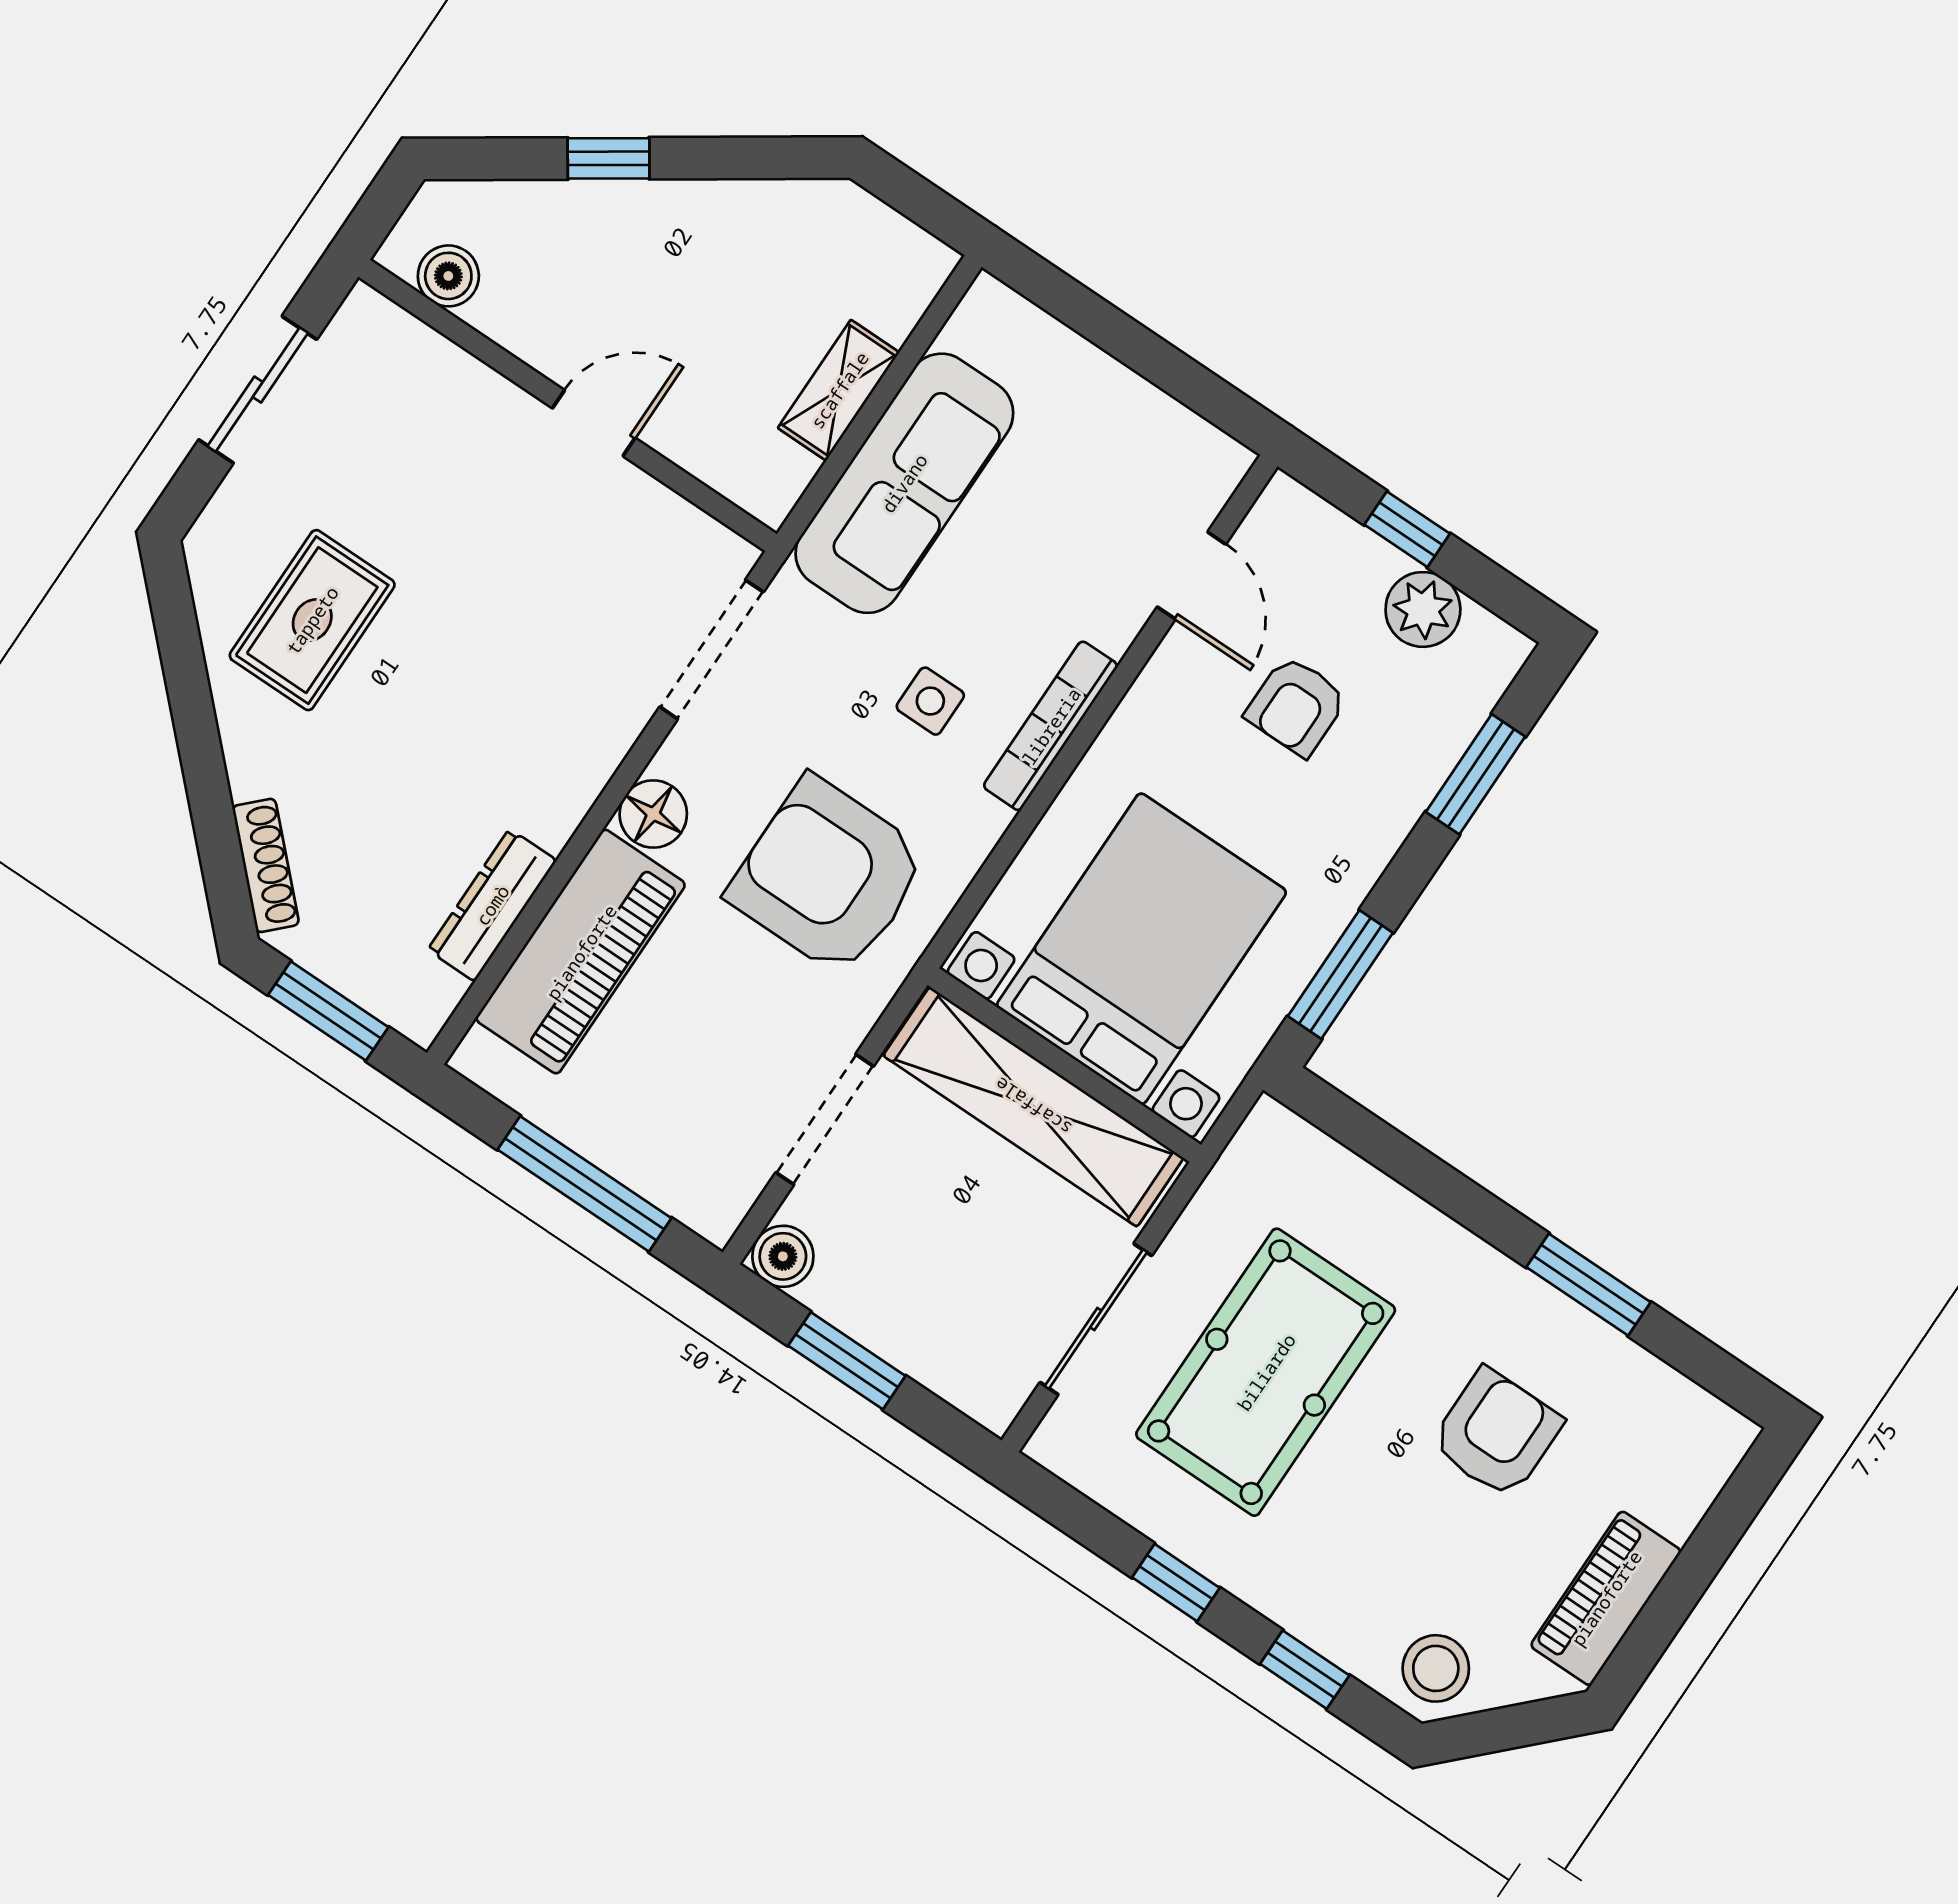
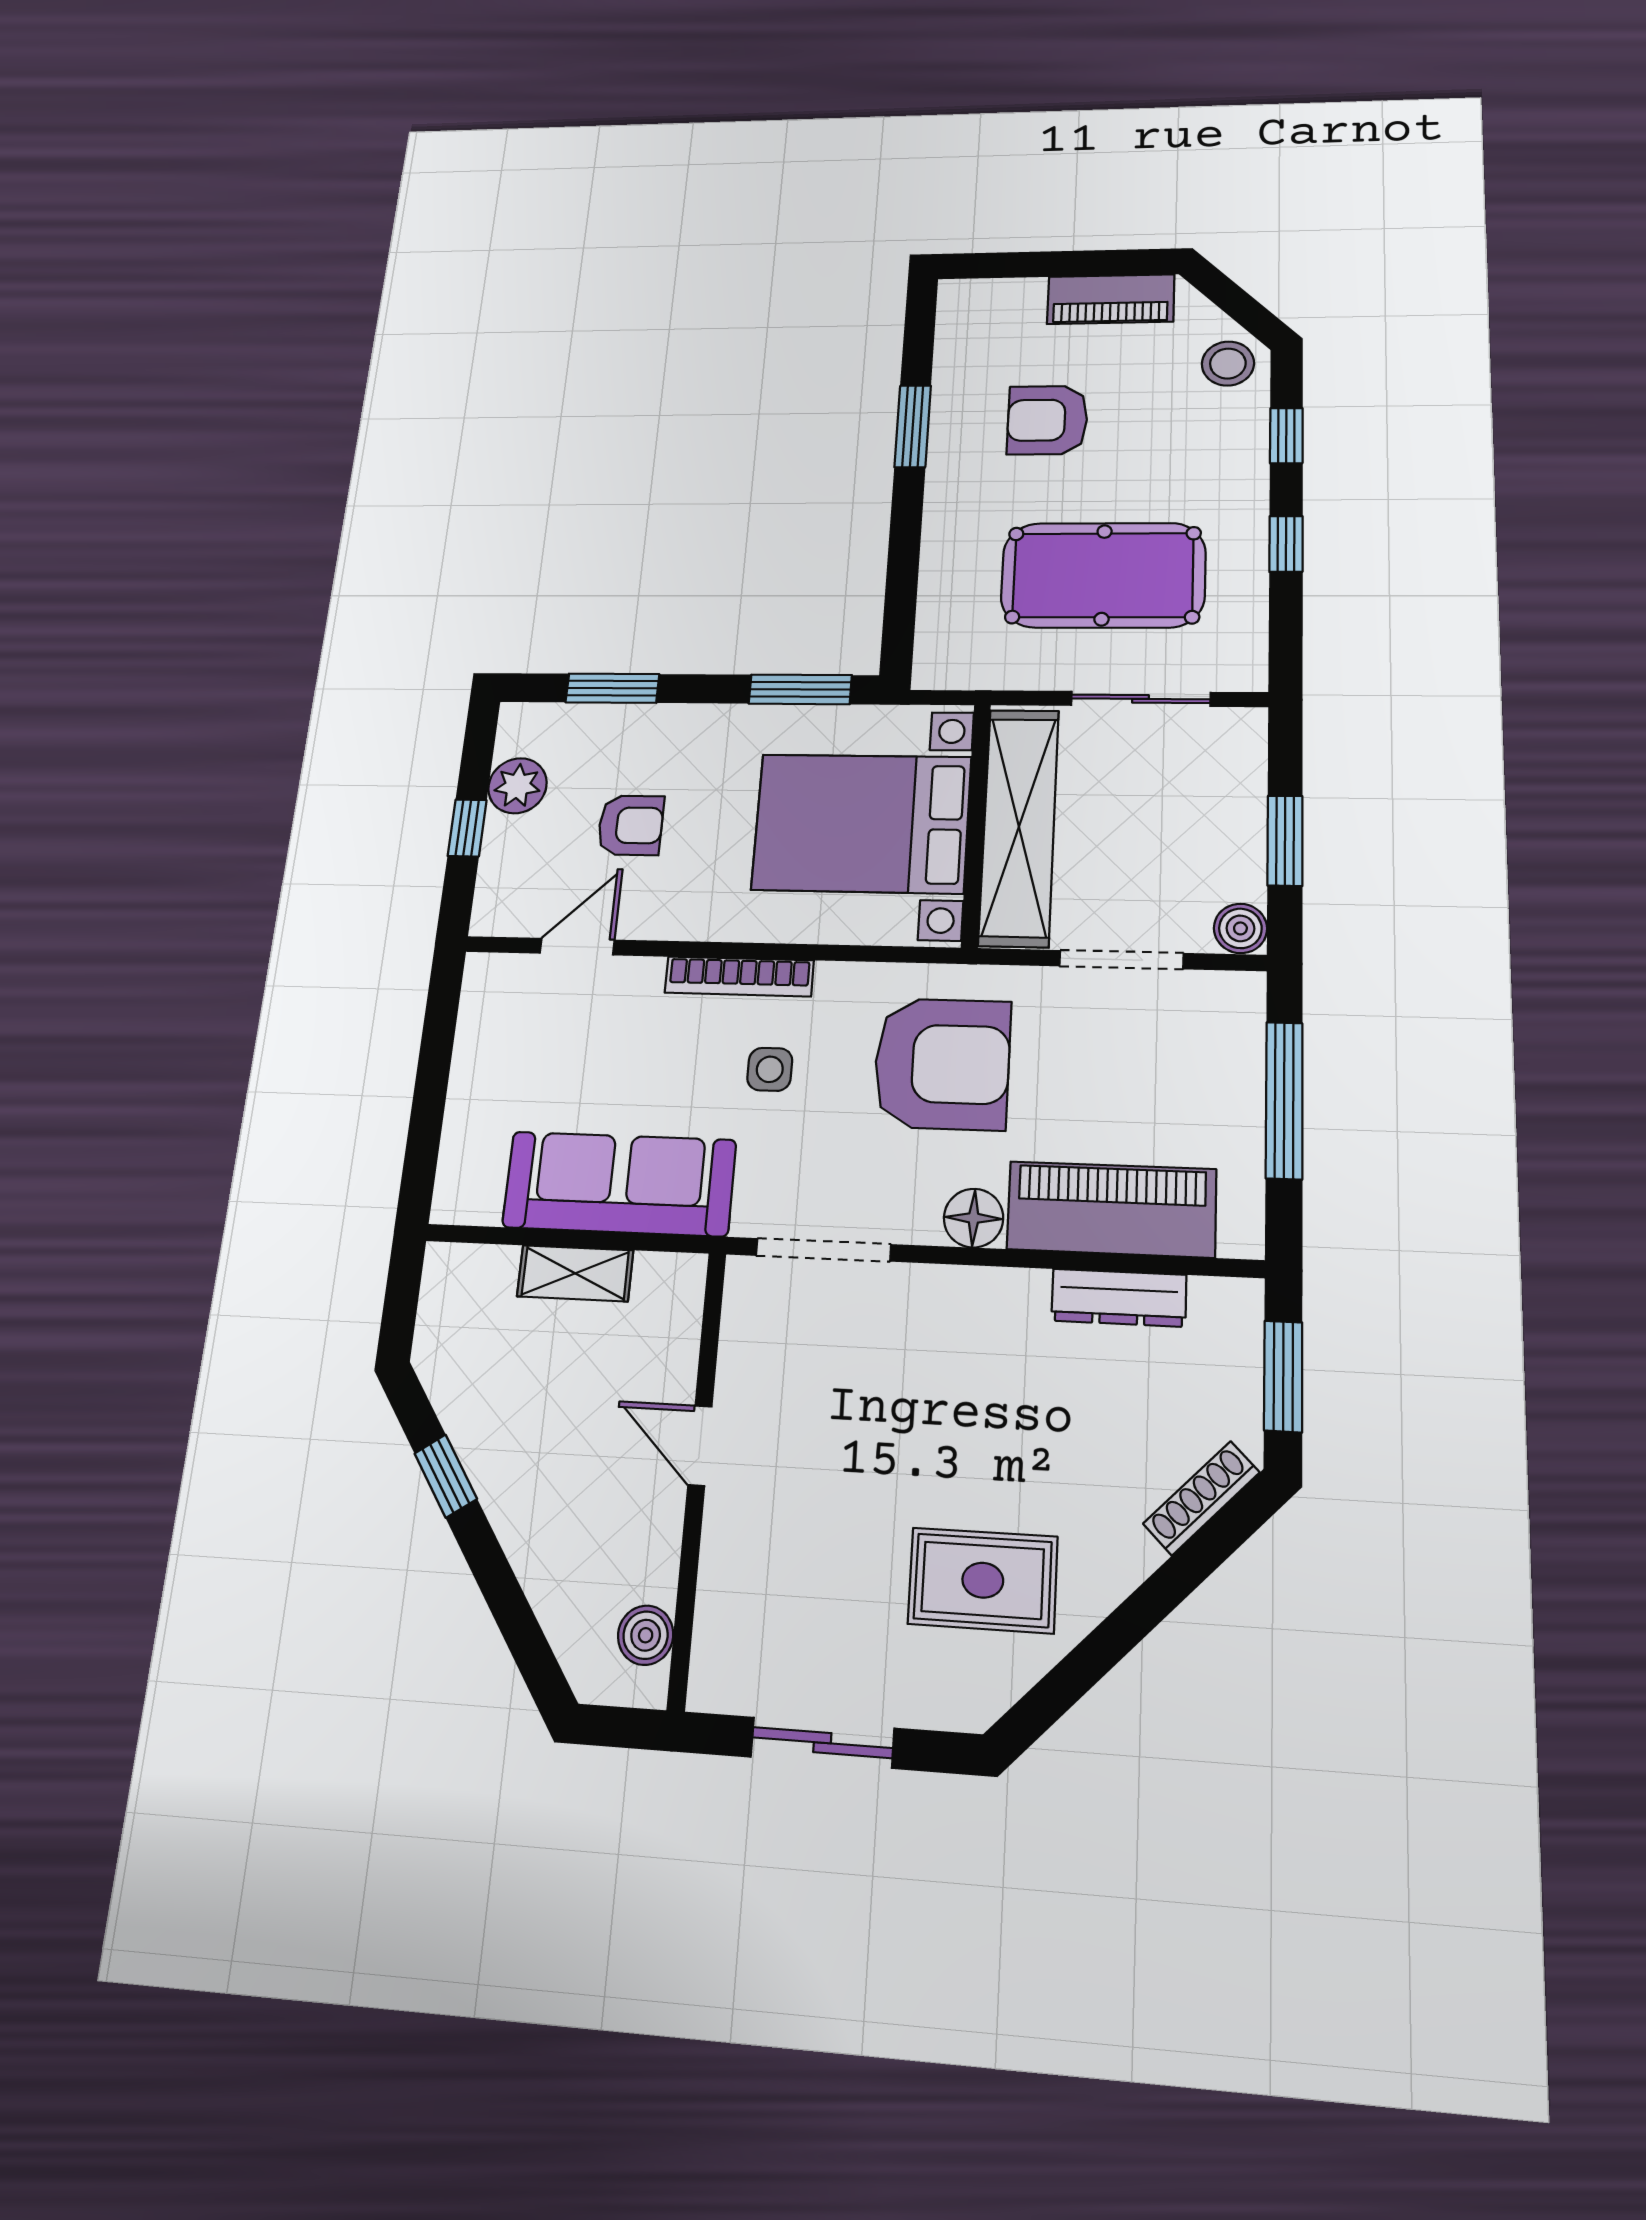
window: (609, 158) -> (446, 1476), moved
armchair: (828, 876) -> (942, 1064), turned -90

